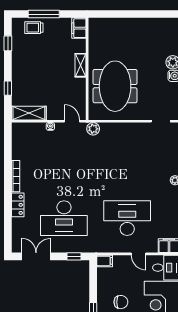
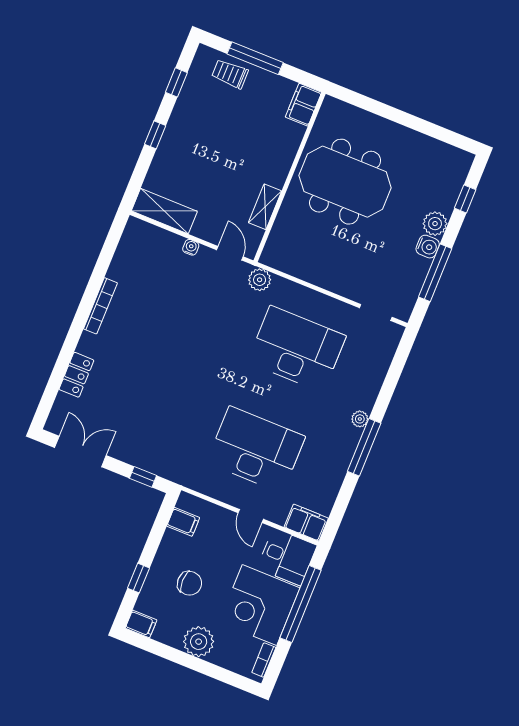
shelving: (80, 65) -> (265, 207), moved
meeting table: (115, 86) -> (345, 182), moved, turned 90
window: (8, 88) -> (155, 135), moved
locker: (18, 205) -> (76, 375), moved
desk: (64, 218) -> (297, 349), moved, turned 180
filing cabinet: (105, 261) -> (183, 522), moved

